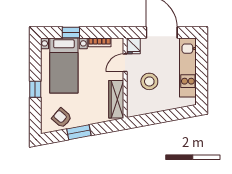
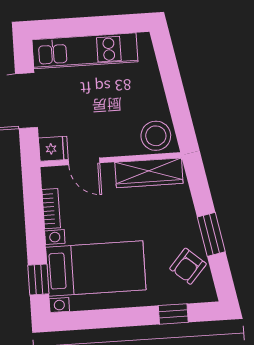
window: (71, 33) -> (38, 279), moved
stool: (149, 81) -> (156, 136), moved
window: (35, 89) -> (173, 314), moved

